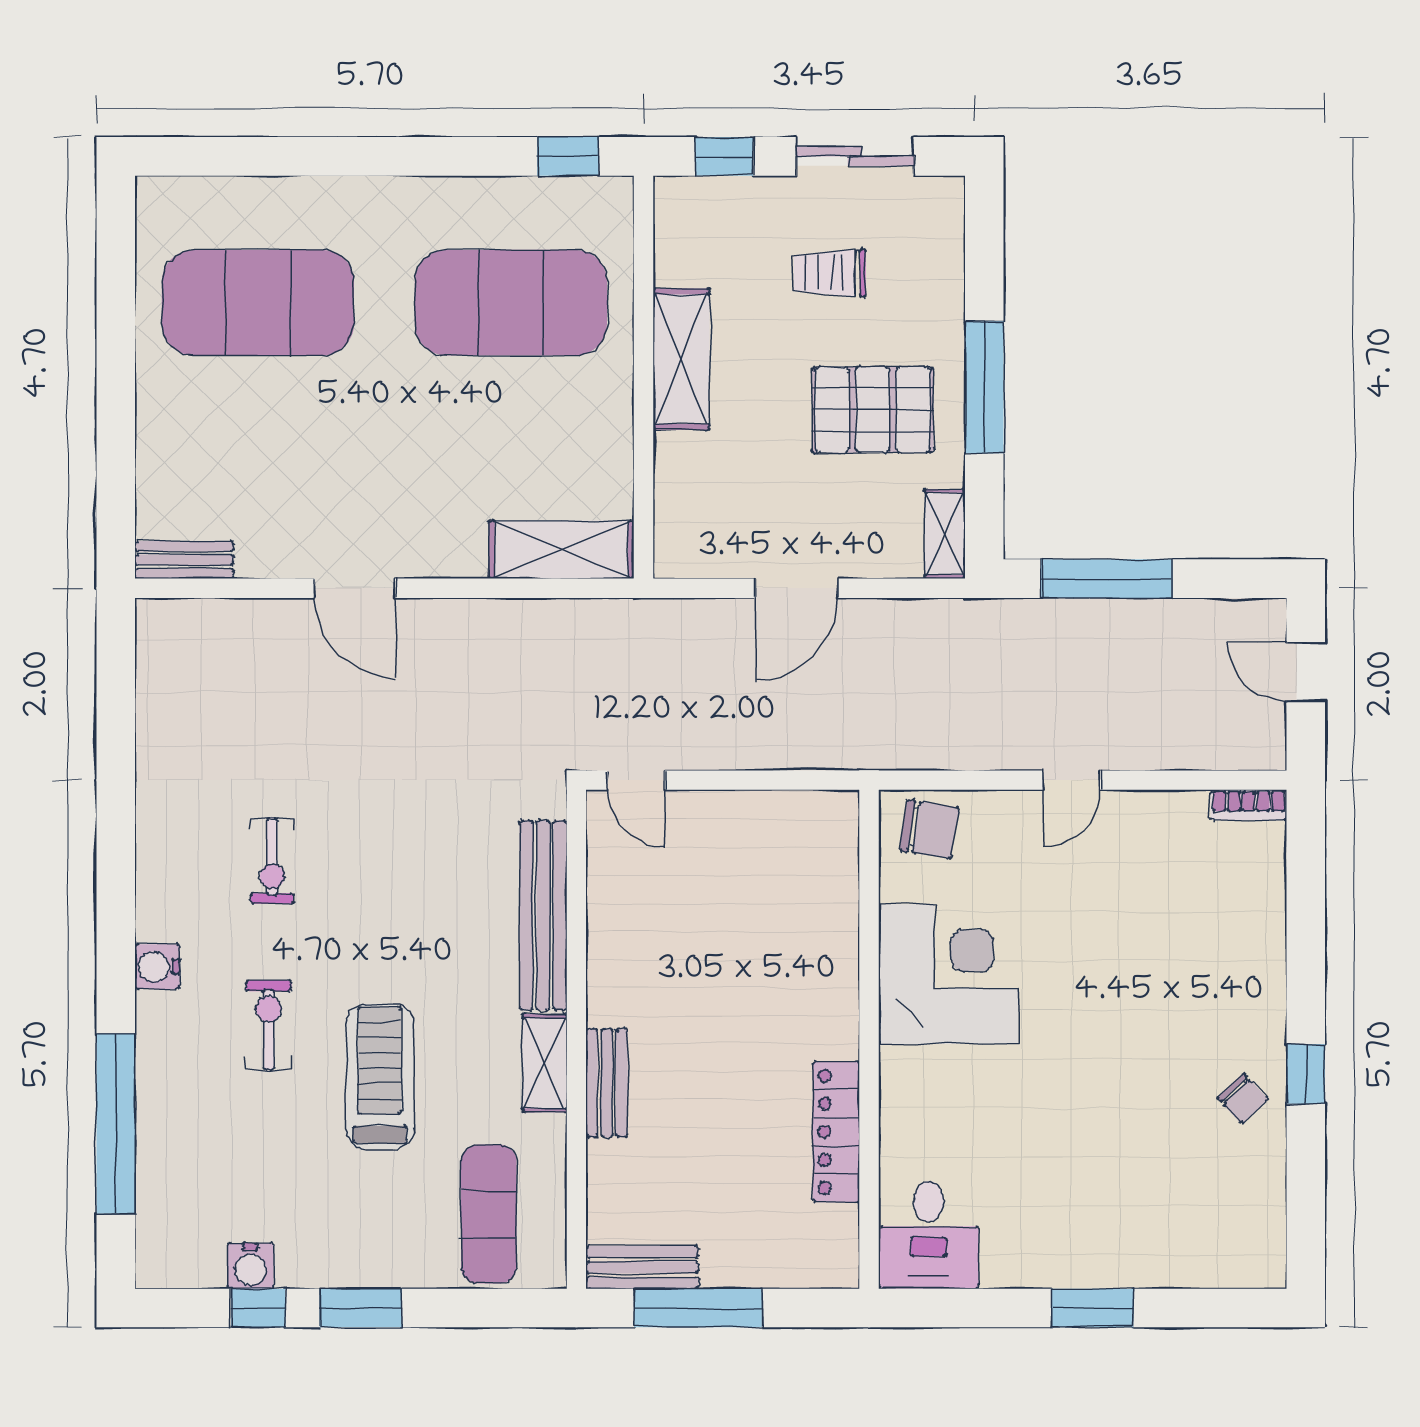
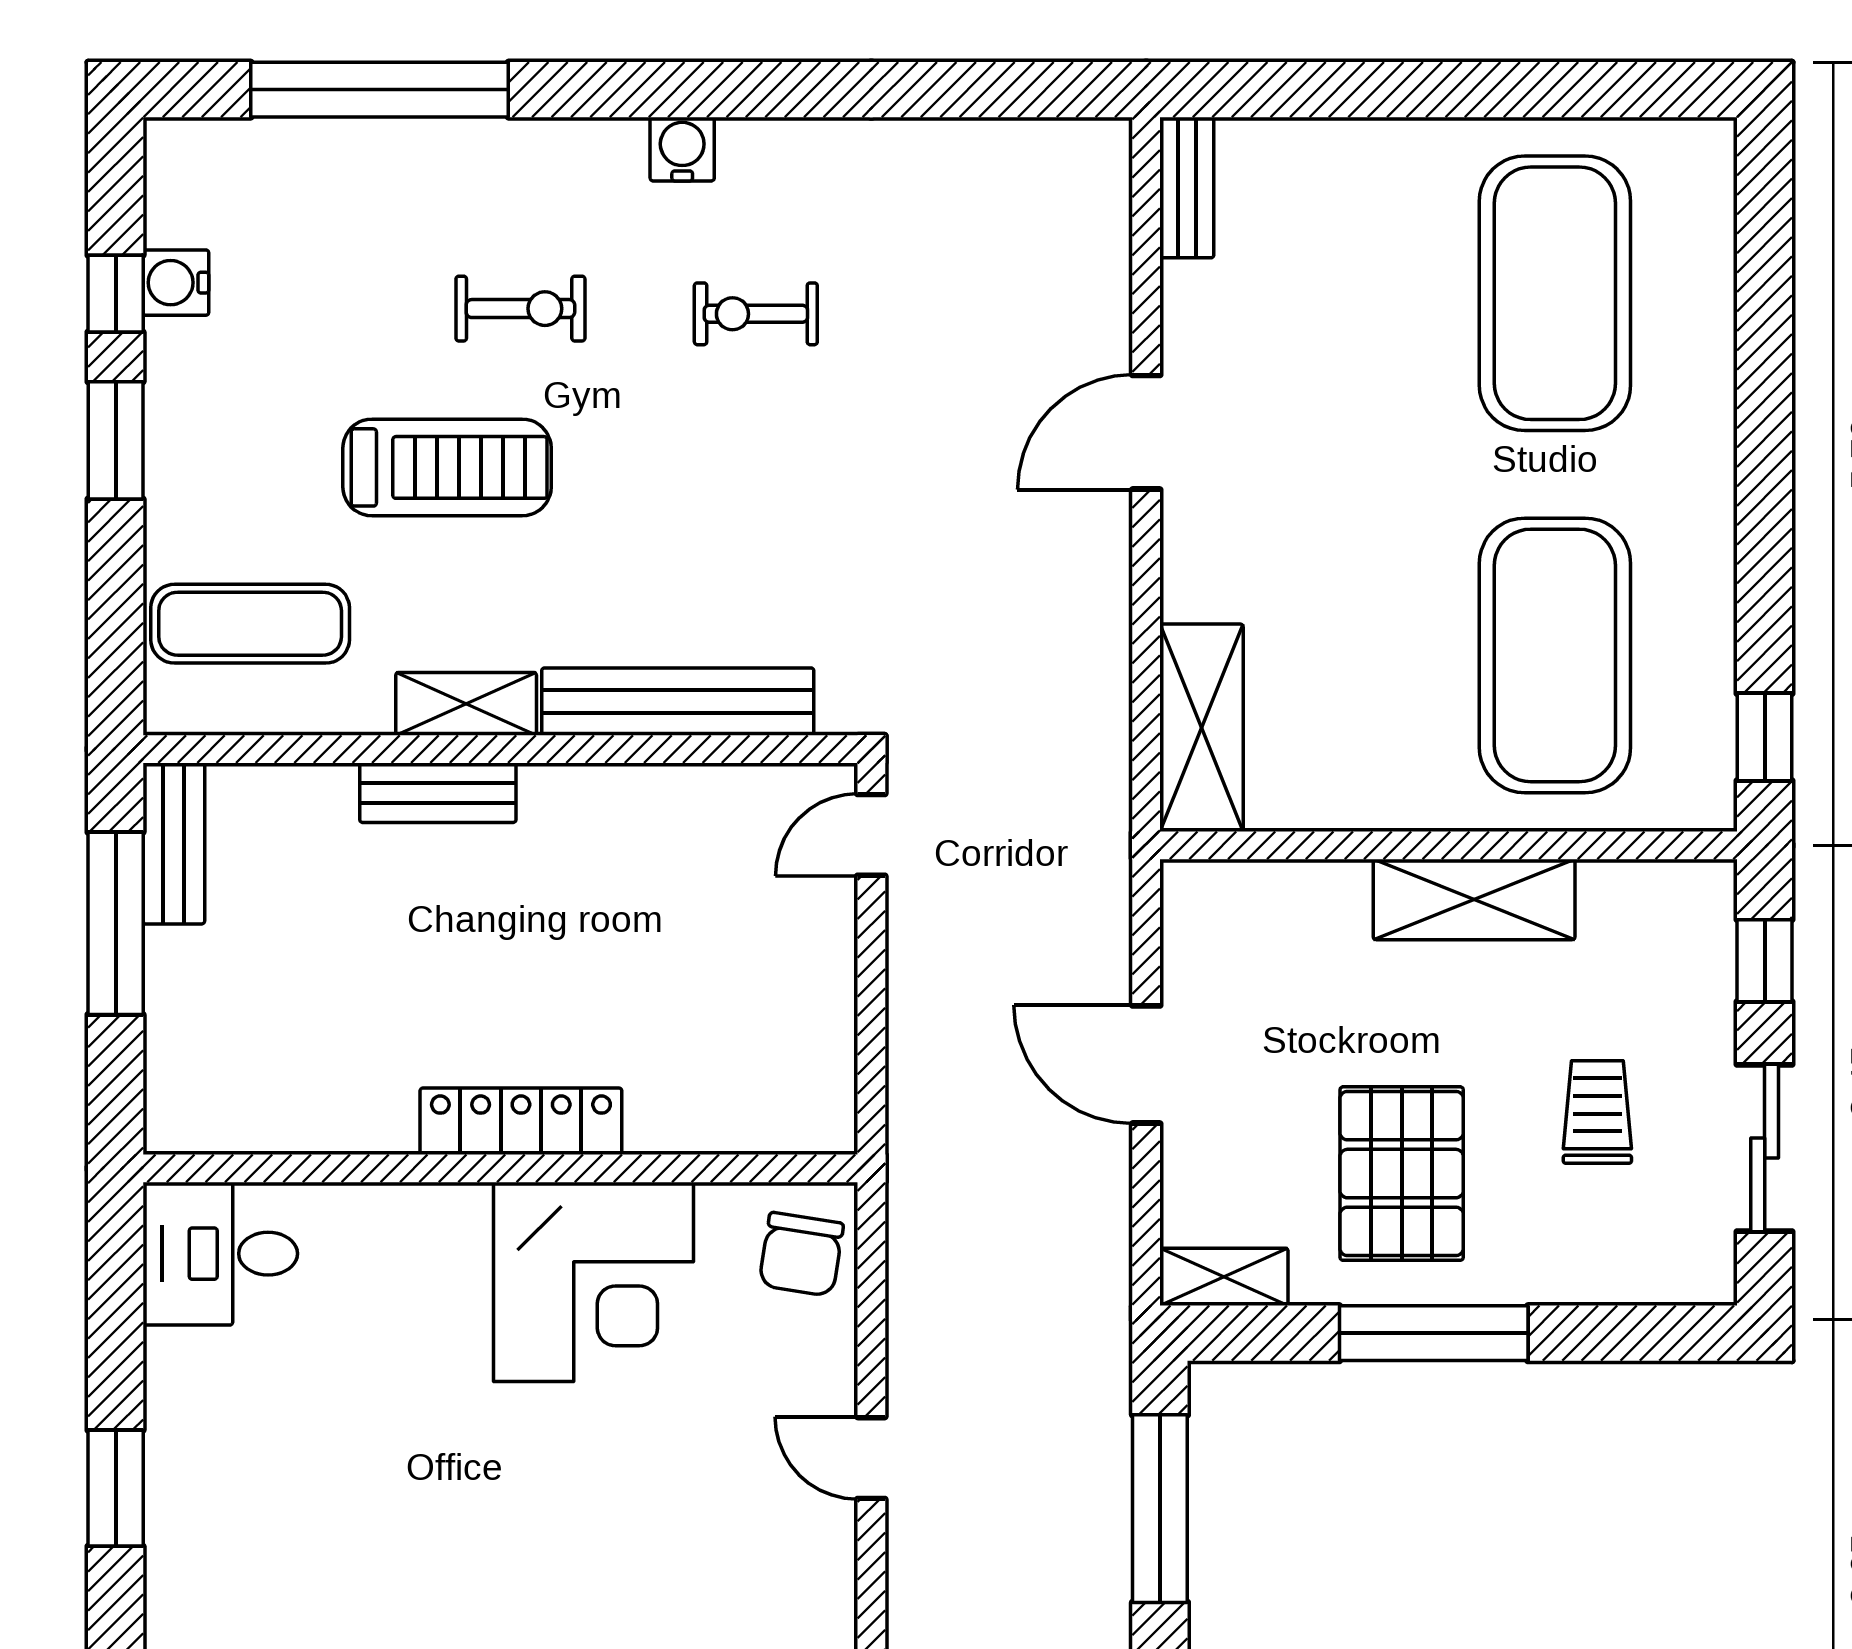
water cooler: (157, 967) -> (682, 149), moved
locker: (836, 1132) -> (521, 1121), moved

